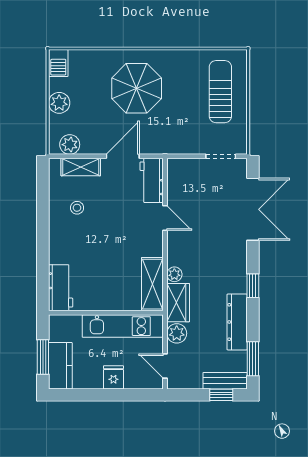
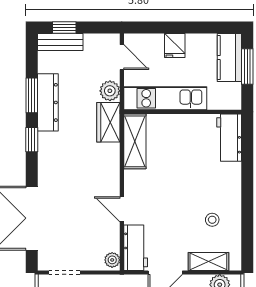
plant: (174, 274) -> (112, 260), moved
window: (253, 359) -> (32, 95), moved

